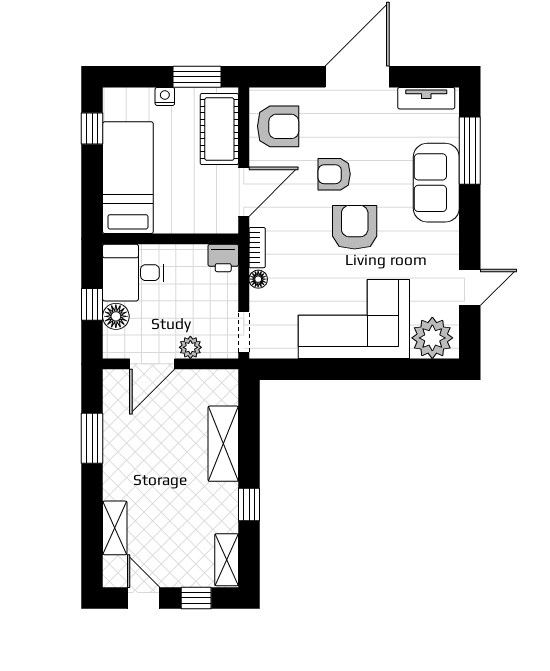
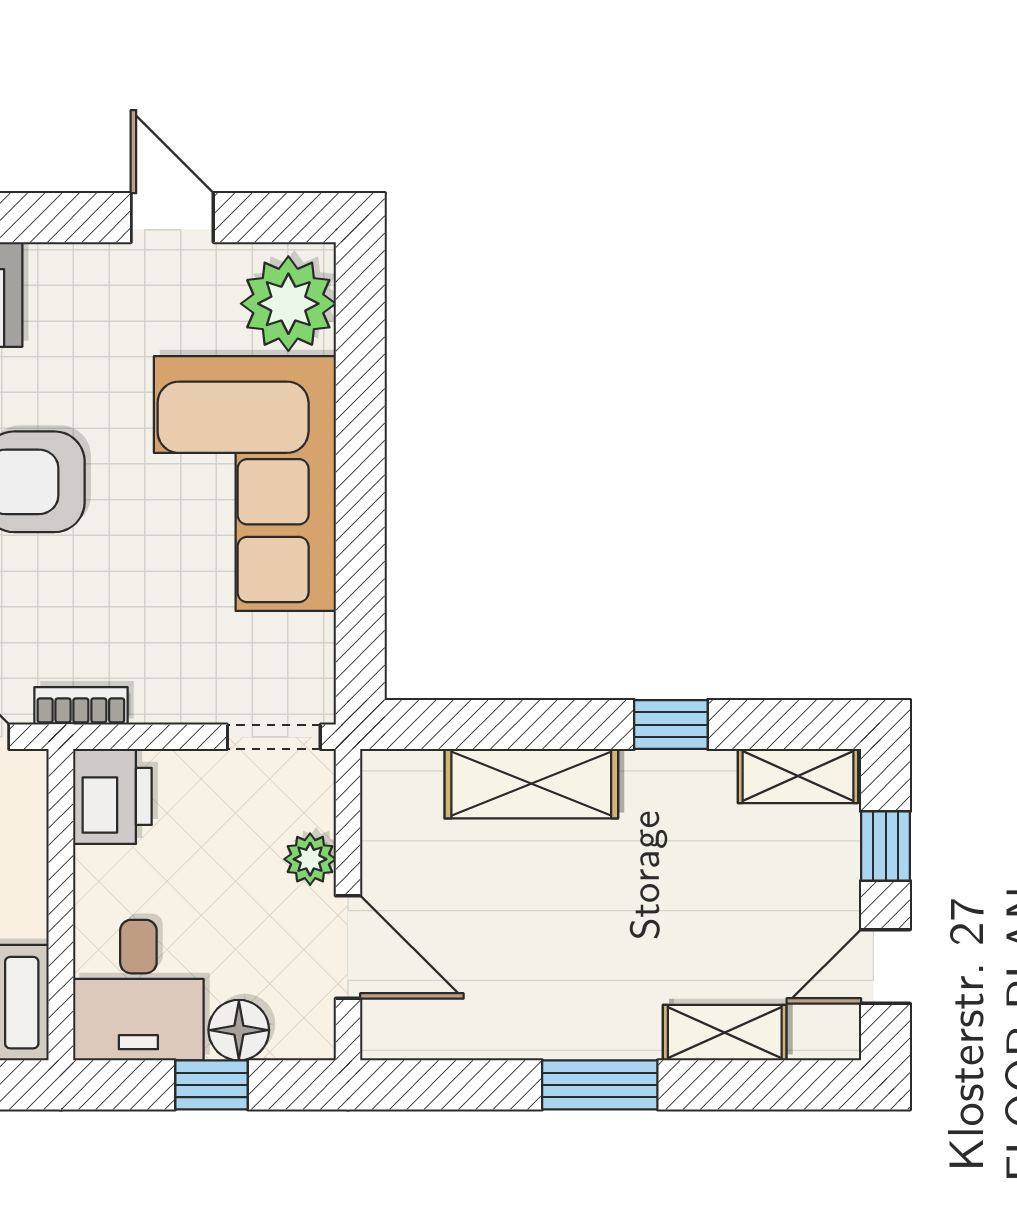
printer: (223, 258) -> (112, 796), width x1.36, depth x1.24
floor lamp: (258, 279) -> (153, 703), removed
window: (92, 438) -> (600, 1085), moved

